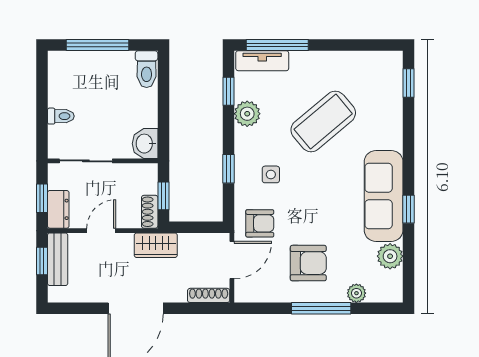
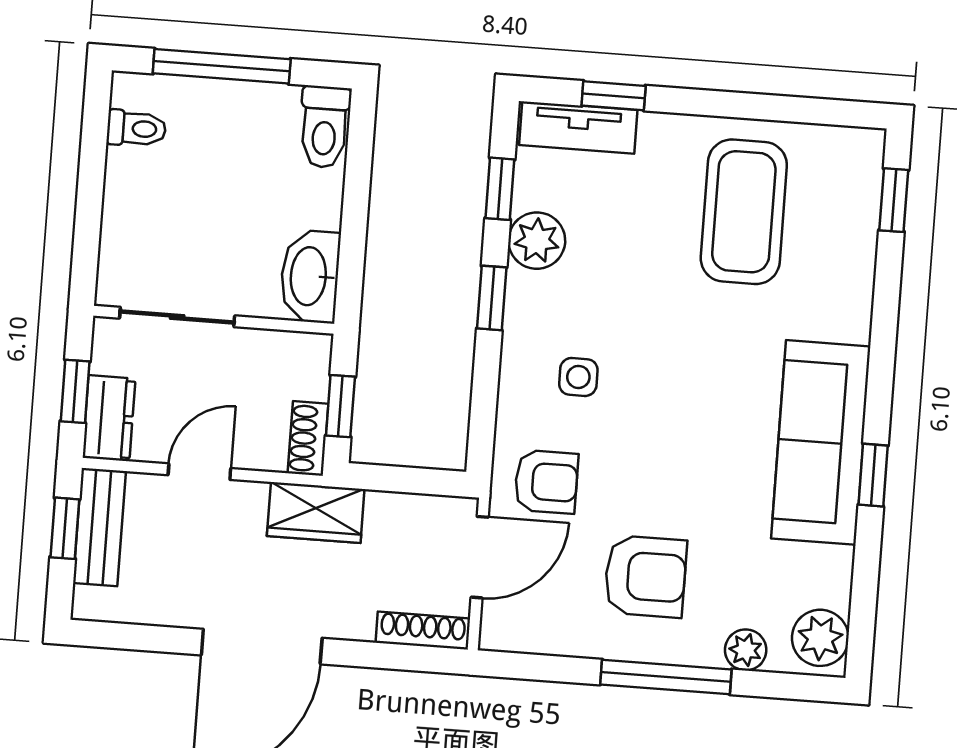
window: (277, 45) -> (614, 96), width x0.46
toilet: (61, 116) -> (136, 129), moved
coffee table: (323, 121) -> (744, 212), moved, turned -50
washbasin: (145, 144) -> (310, 276), width x1.38
window: (229, 169) -> (492, 298), moved
plant: (390, 256) -> (820, 638), moved

